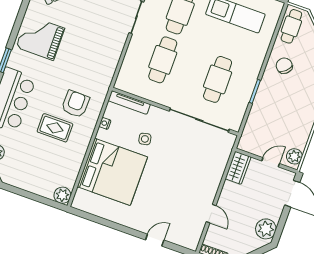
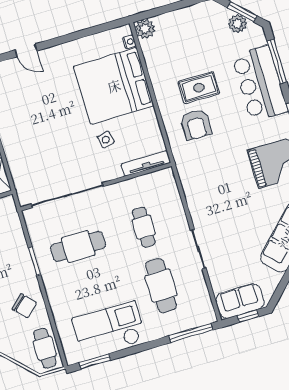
cafe table: (163, 60) -> (144, 227), width x0.73, depth x0.74
cafe table: (218, 79) -> (78, 247), turned 90
nightstand: (105, 123) -> (129, 42), moved
door: (155, 240) -> (26, 50), hinge flipped

